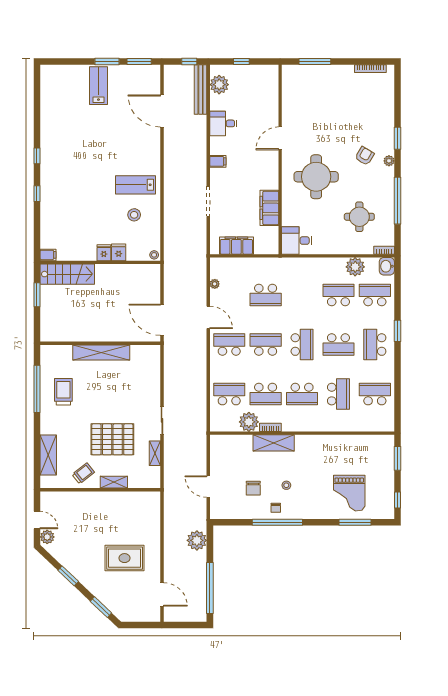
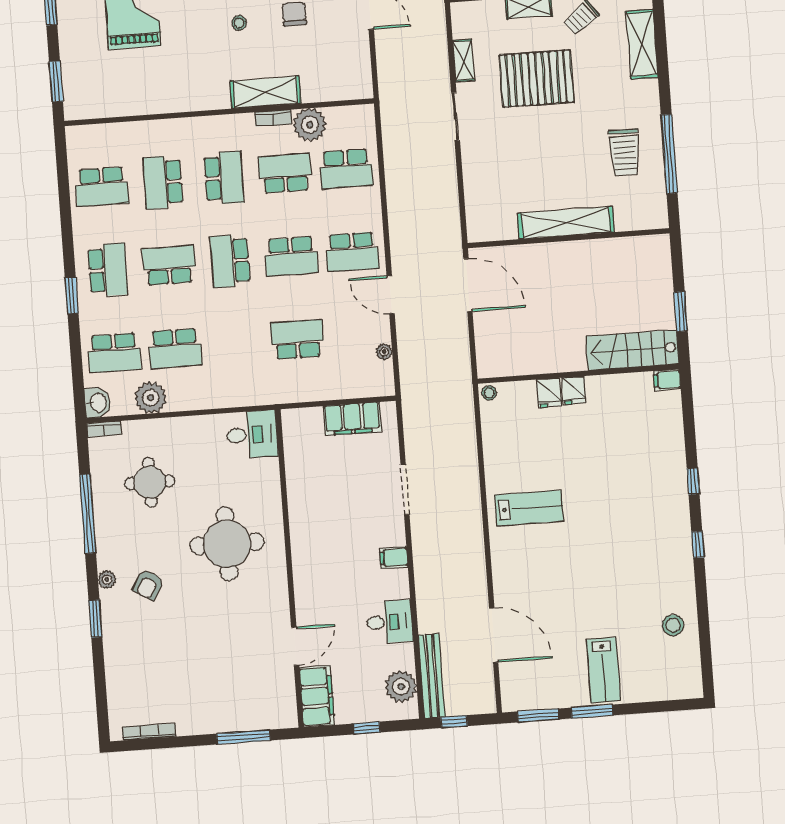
door: (280, 138) -> (295, 646), moved
filing cabinet: (269, 208) -> (317, 696), moved
stool: (134, 215) -> (673, 625), moved
school desk: (302, 394) -> (224, 178), turned 90

